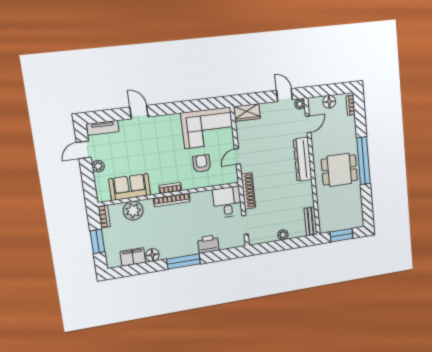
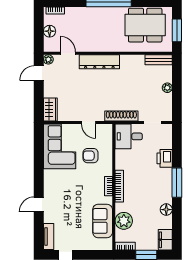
plant: (98, 166) -> (81, 245), removed
dining table: (339, 170) -> (145, 25), moved, width x1.38
filing cabinet: (133, 257) -> (165, 240), moved

